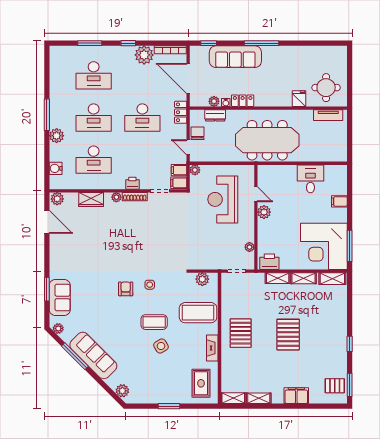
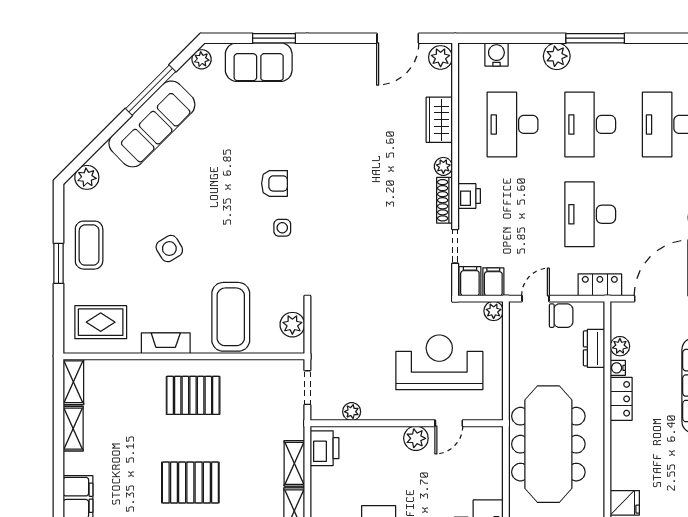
coffee table: (154, 322) -> (89, 245), moved

